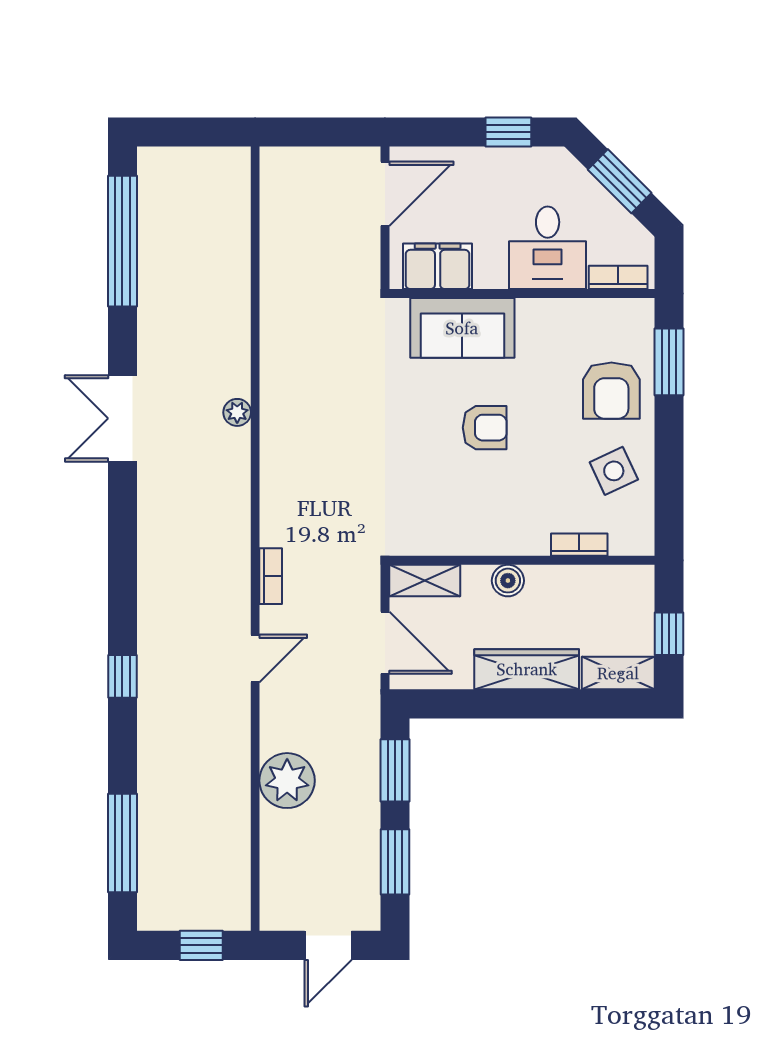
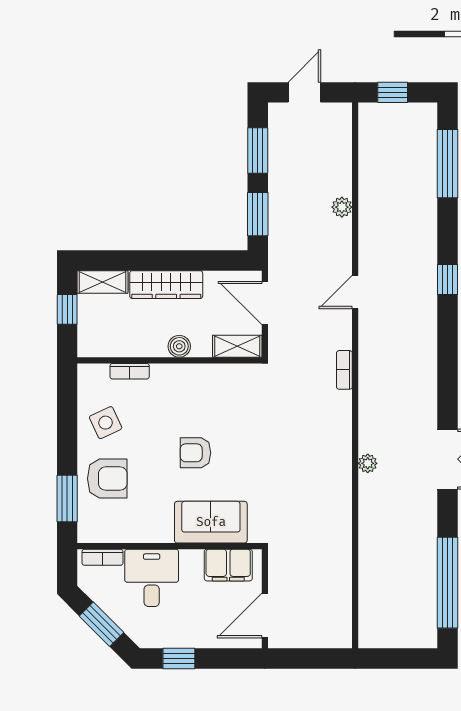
armchair: (611, 391) -> (107, 479), turned 90
bookcase: (271, 576) -> (344, 370), moved
plant: (287, 781) -> (342, 207), width x0.53, depth x0.53

